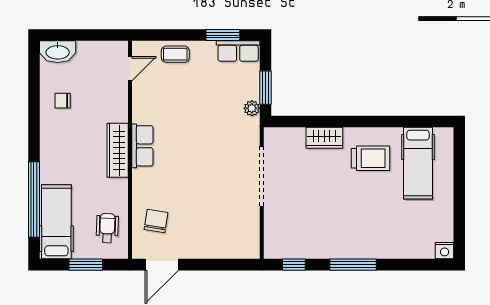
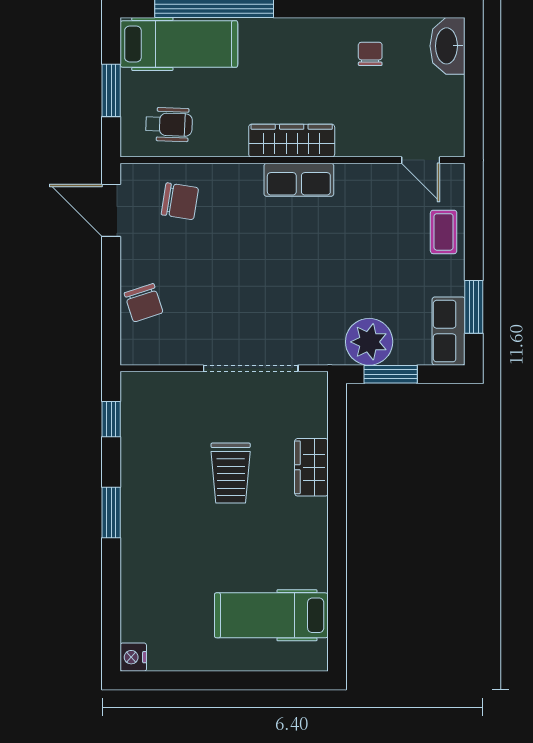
plant: (252, 108) -> (369, 342), width x1.87, depth x1.87
trolley: (370, 158) -> (231, 473), moved
chair: (220, 244) -> (144, 303), added
window: (353, 265) -> (111, 512), width x0.69

